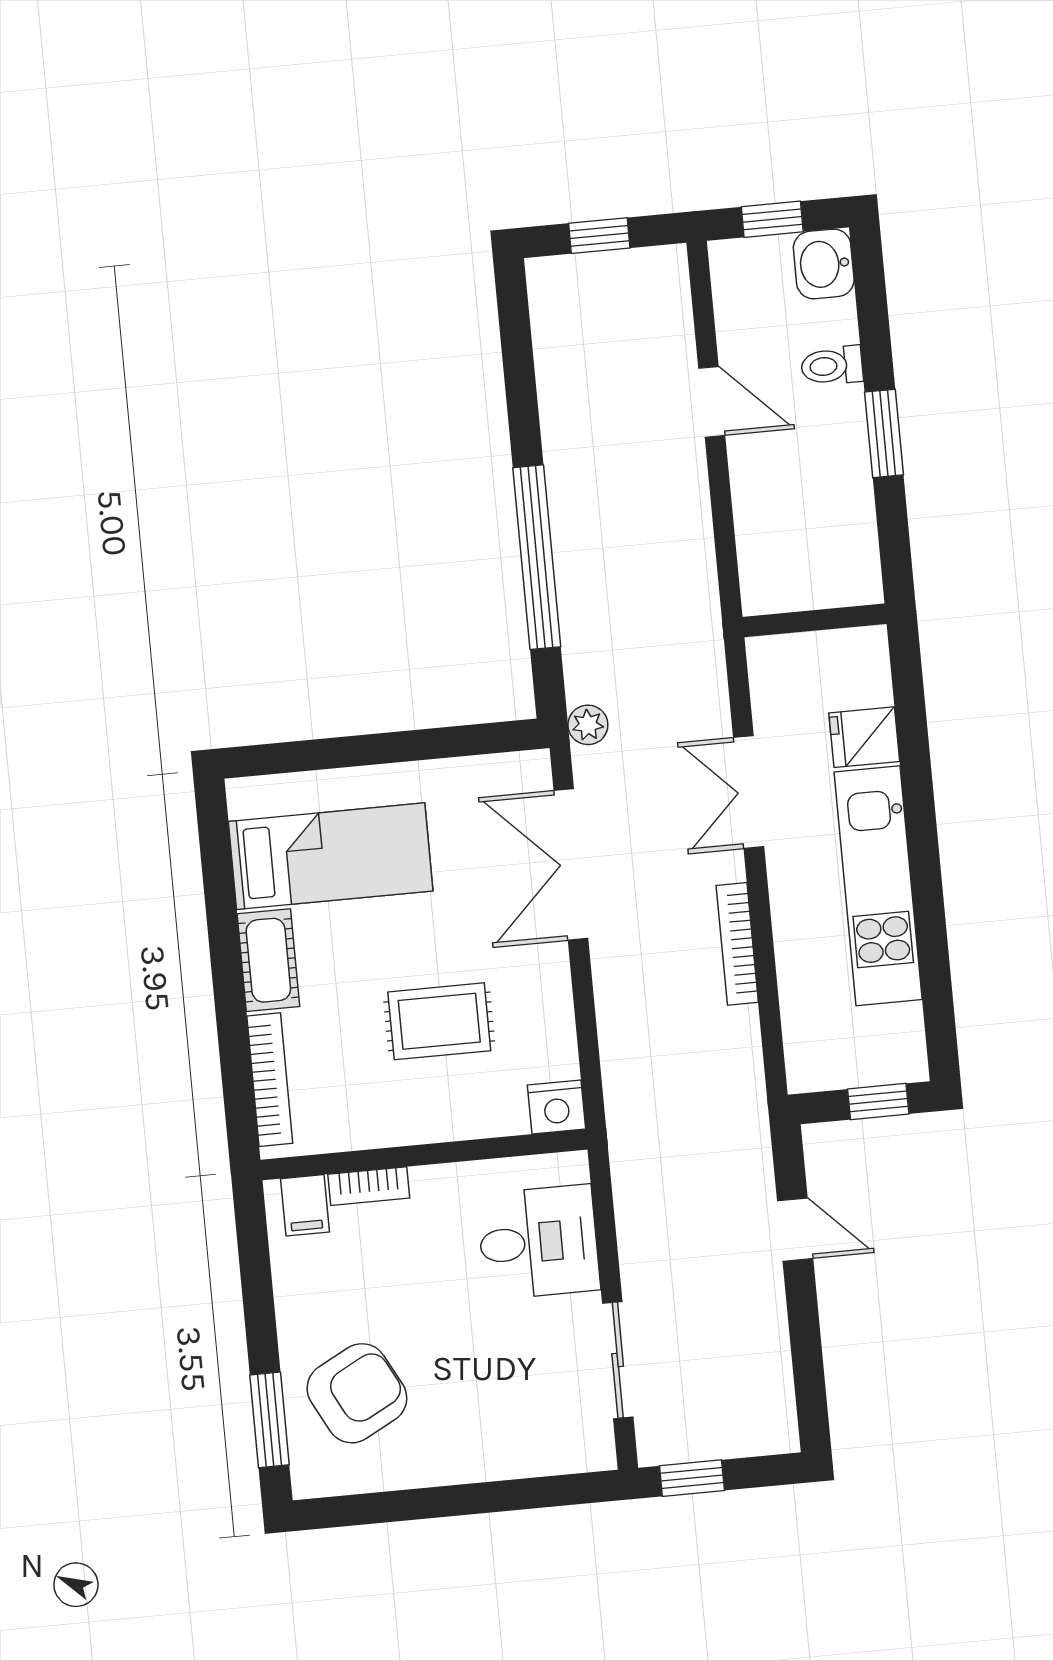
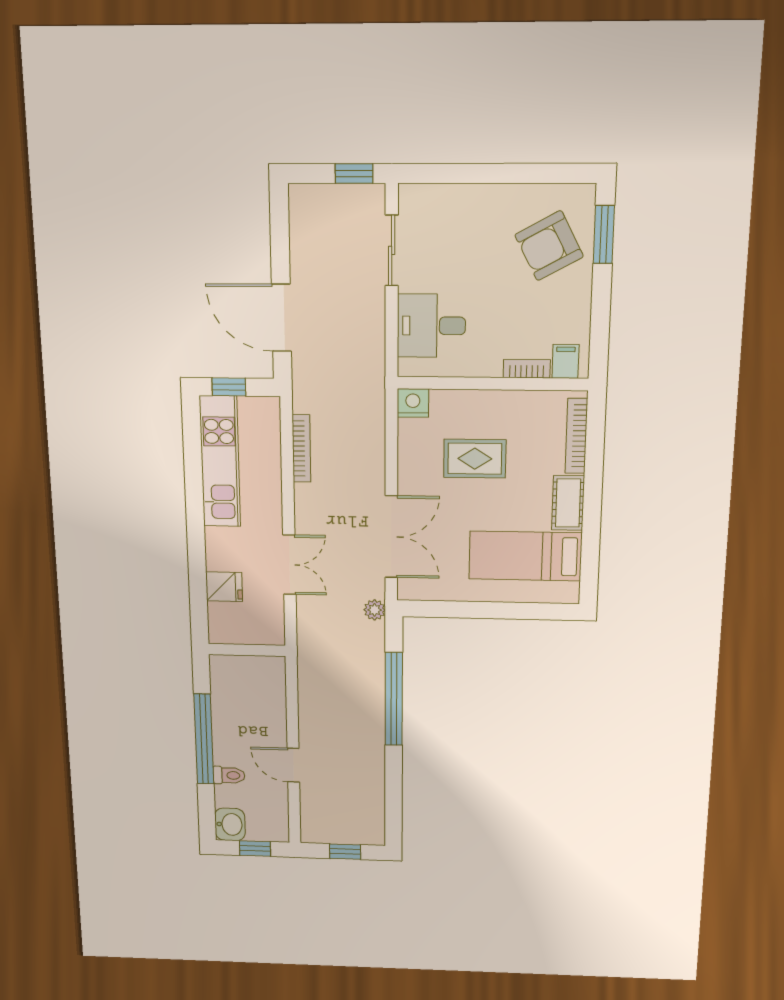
window: (884, 433) -> (204, 739), width x2.11
kitchen unit: (878, 886) -> (220, 462), moved
bookcase: (737, 944) -> (302, 448), moved
door: (795, 1230) -> (281, 318), width x1.88

